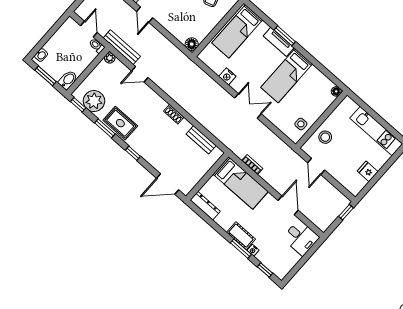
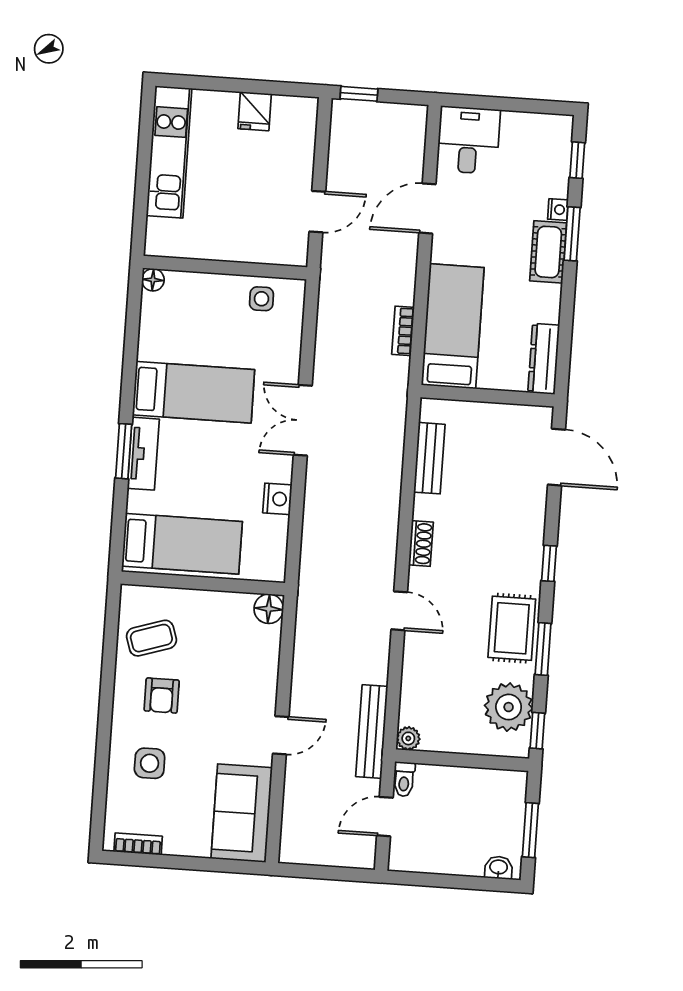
door: (140, 74) -> (399, 611), moved
bidet: (68, 80) -> (506, 784), removed
stool: (325, 137) -> (251, 236), removed

